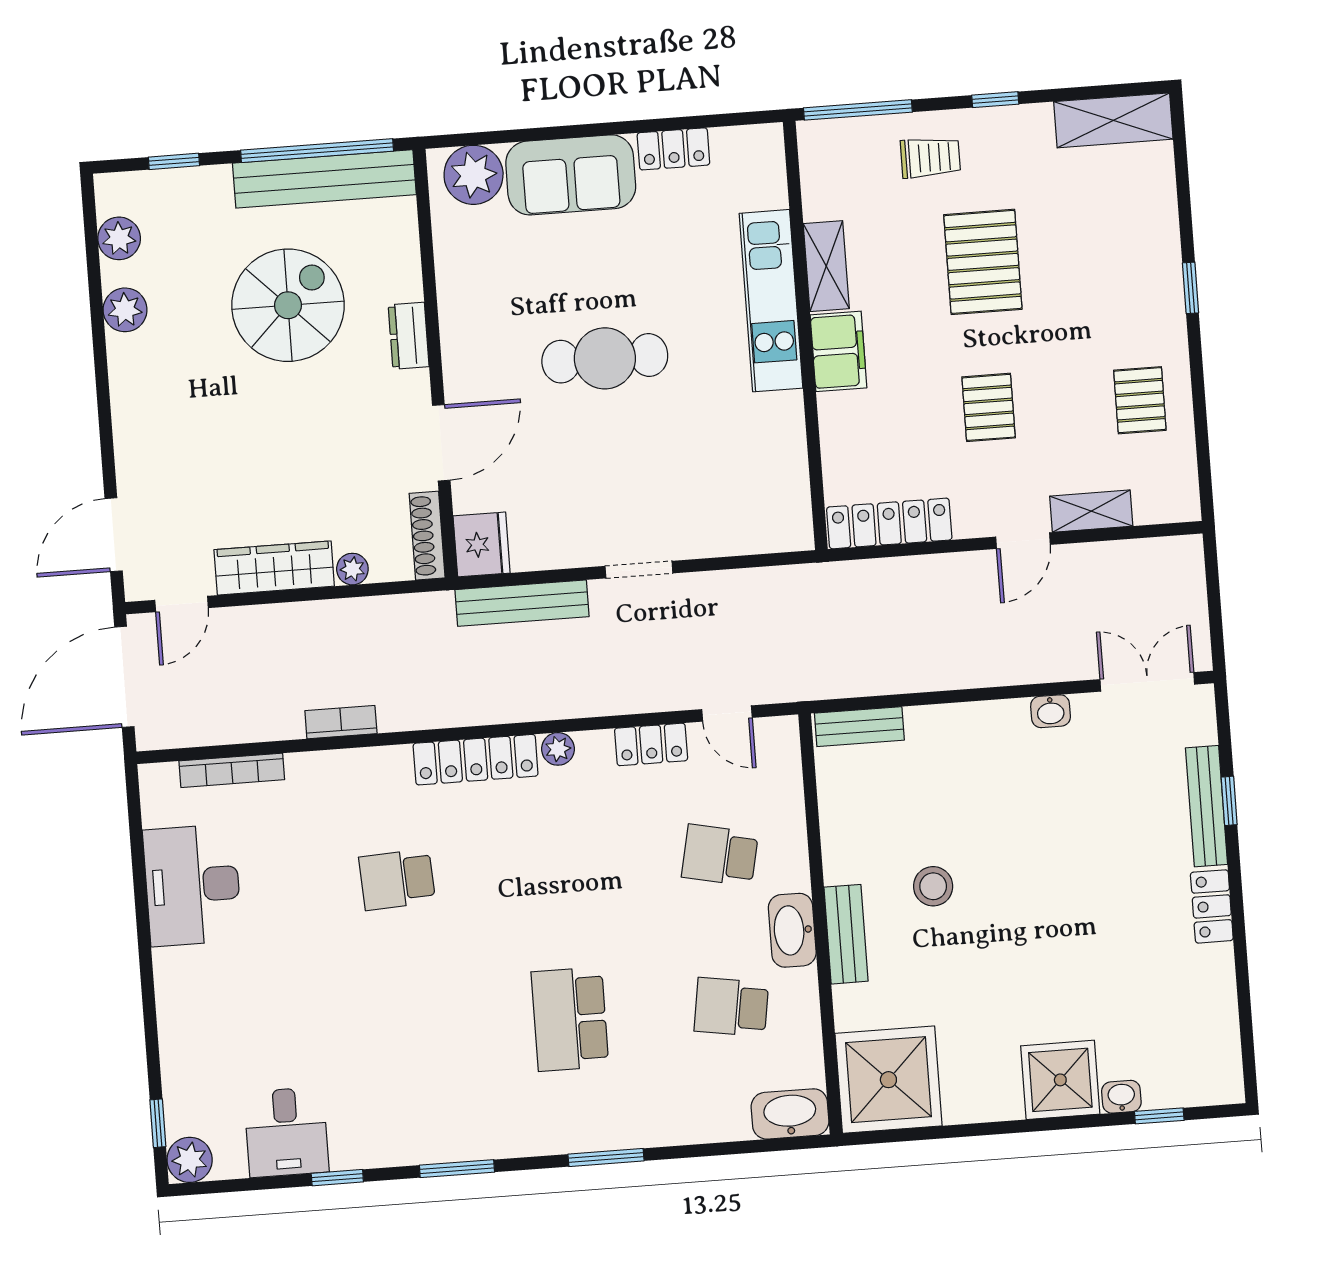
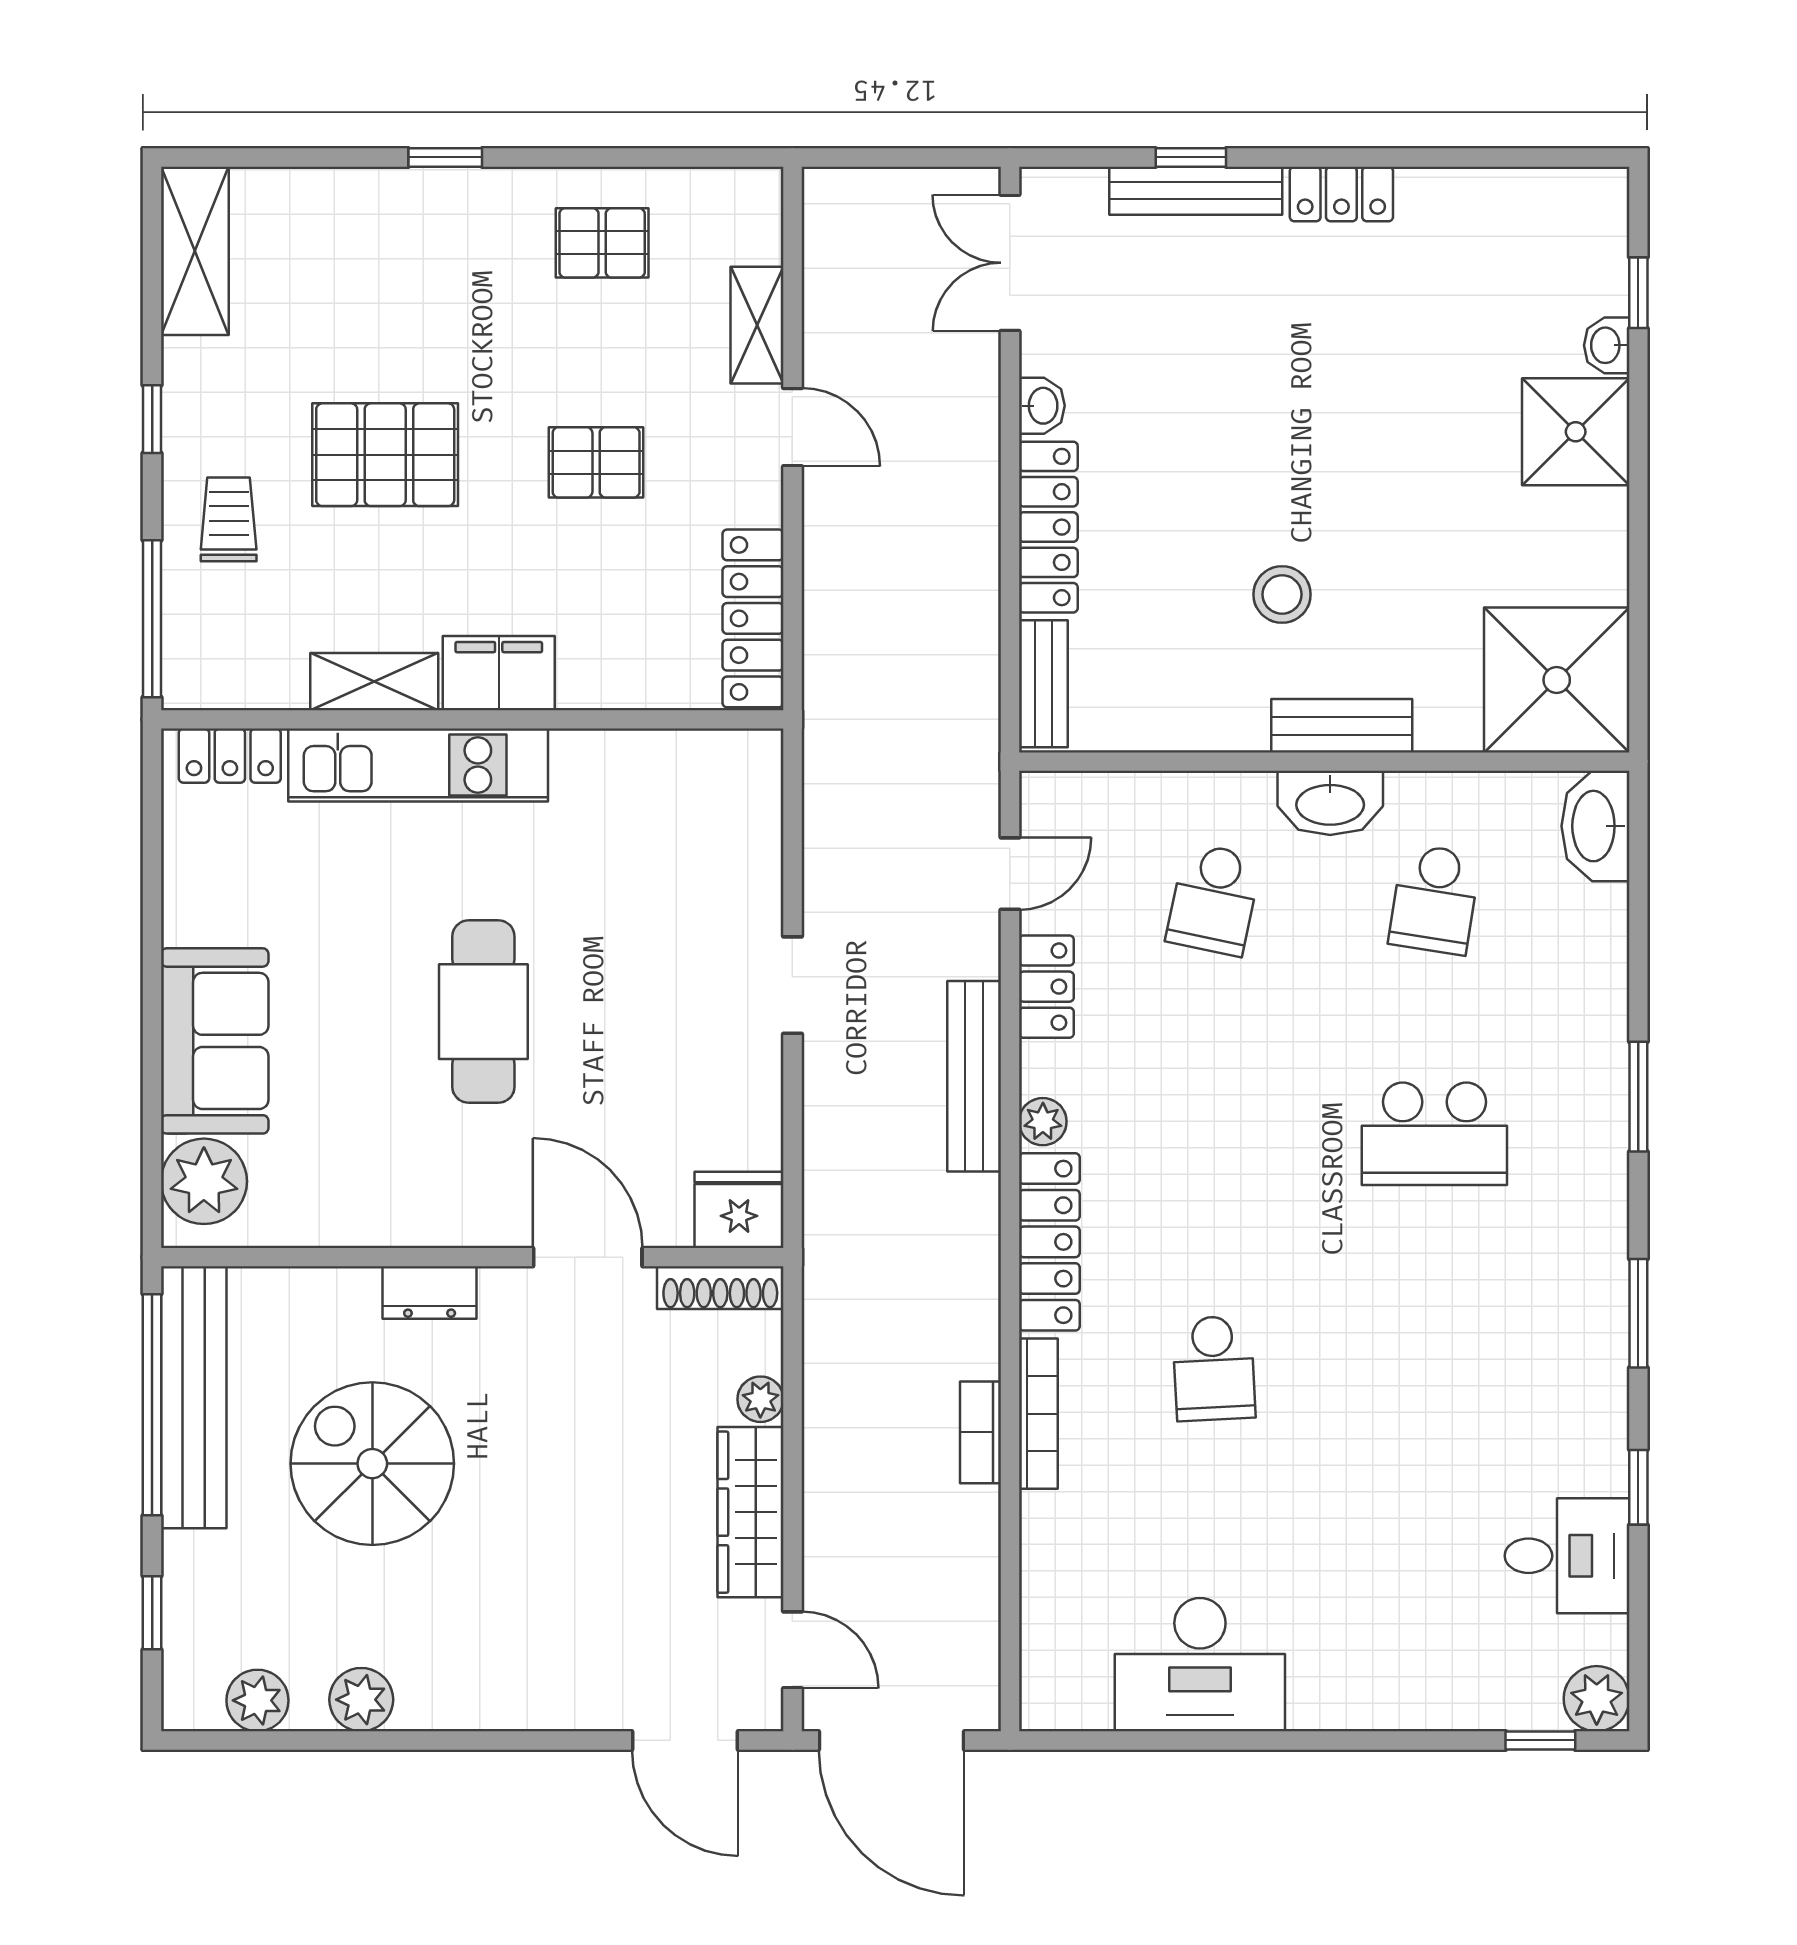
locker: (673, 149) -> (230, 756), moved, turned 90
bench: (522, 603) -> (974, 1076), moved
locker: (967, 722) -> (1048, 527), added
bookcase: (232, 770) -> (1038, 1414), moved

